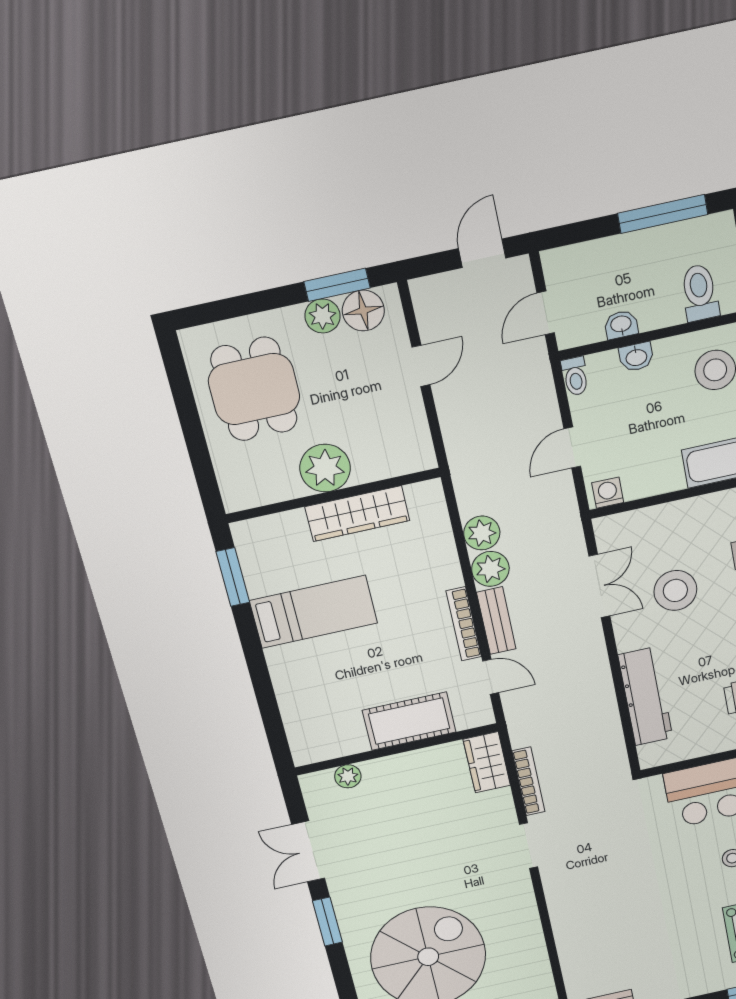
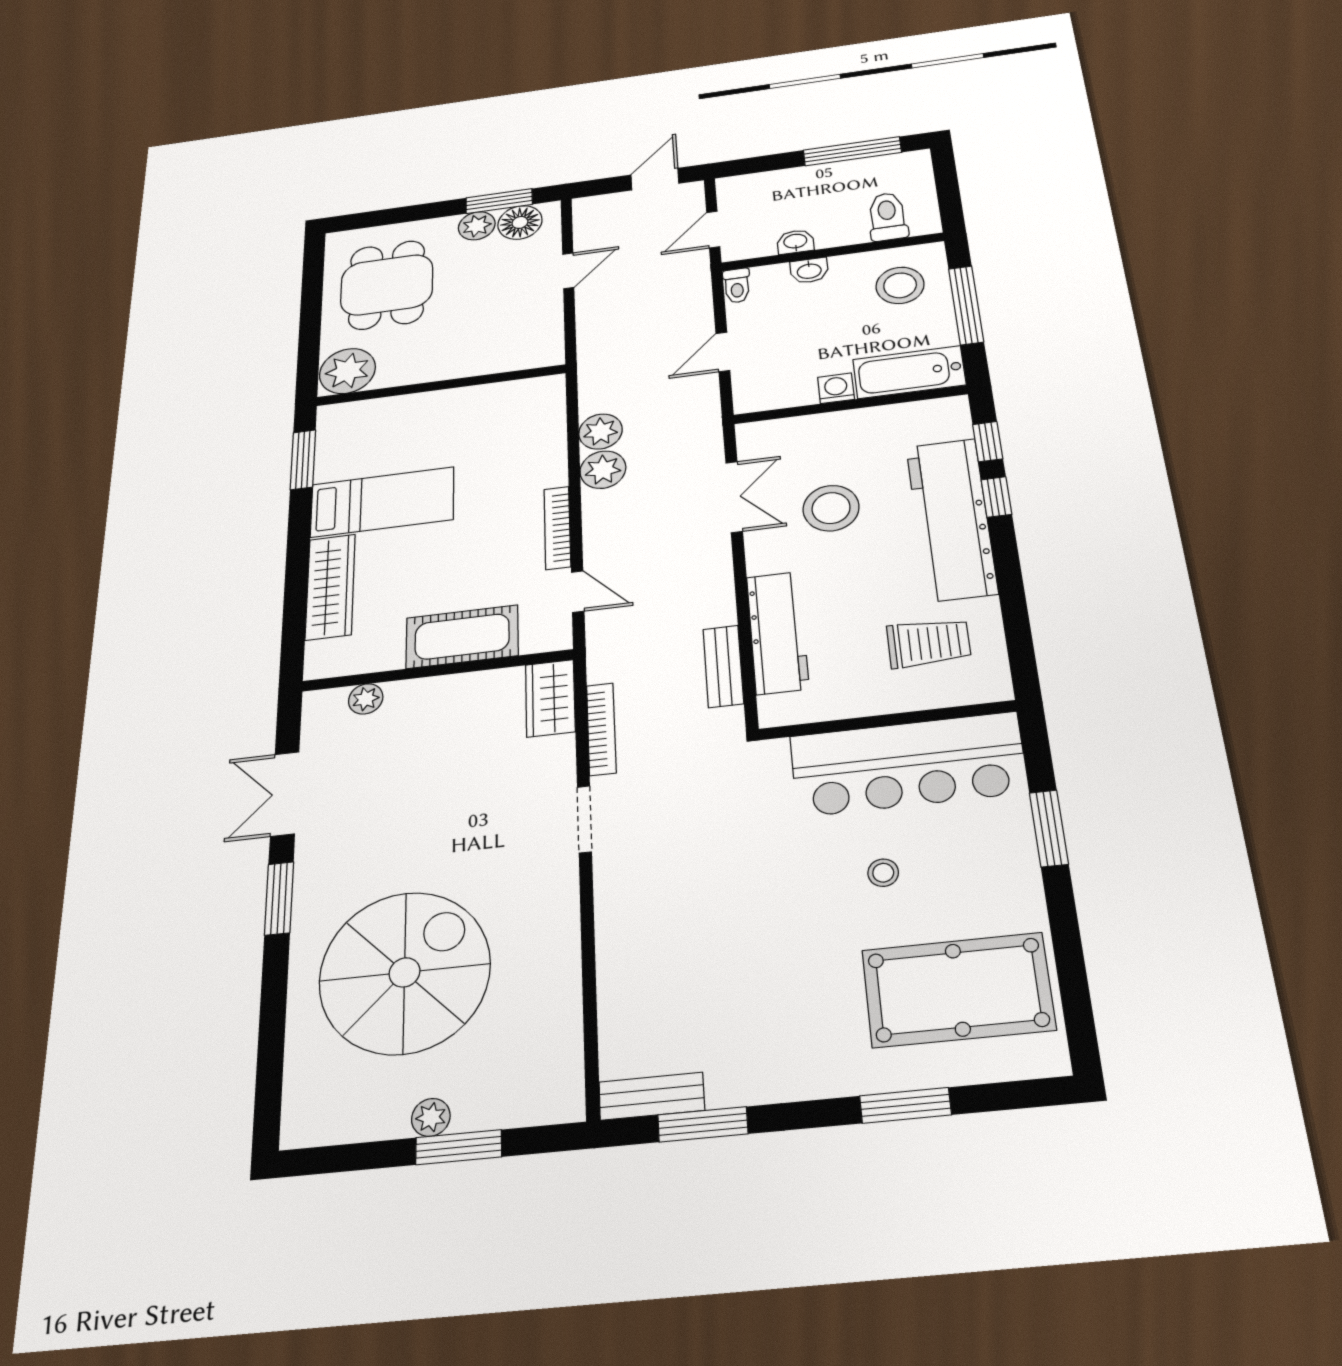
plant: (325, 468) -> (347, 371), moved
washing machine: (608, 493) -> (836, 388), moved
wardrobe: (357, 514) -> (330, 587), moved, turned -90
bench: (496, 621) -> (723, 666), moved

